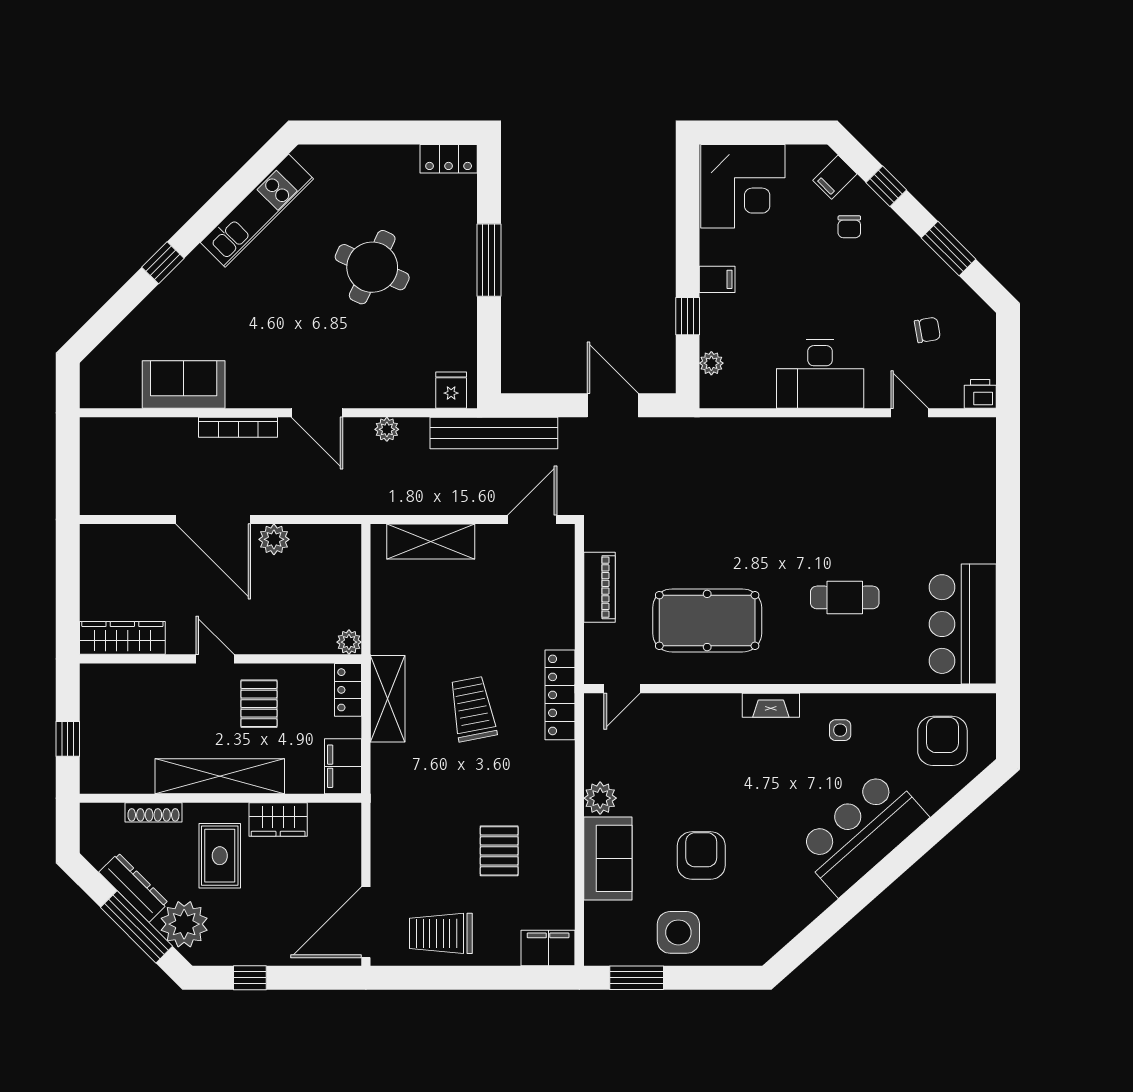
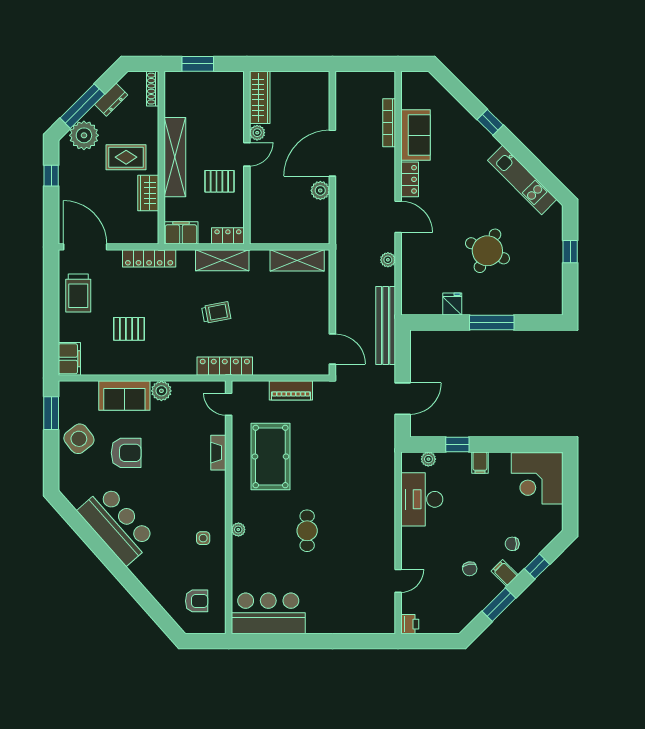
window: (374, 132) -> (570, 252), added
locker: (449, 159) -> (410, 179), moved, turned 180
filing cabinet: (835, 177) -> (505, 573), moved
chair: (927, 330) -> (470, 569), moved
desk: (820, 374) -> (422, 499), moved
fridge: (451, 390) -> (452, 304), moved, turned -90
door: (317, 413) -> (398, 217), swing flipped
bookcase: (238, 427) -> (389, 123), moved
shelving: (431, 542) -> (297, 260), moved, turned 90
cafe table: (845, 597) -> (307, 531), moved
plant: (349, 642) -> (257, 133), moved
plant: (826, 673) -> (238, 530), added
fireplace: (771, 705) -> (218, 453), moved
trolley: (473, 709) -> (216, 312), width x0.73, depth x0.72
window: (68, 739) -> (198, 64), width x1.50
armchair: (942, 741) -> (197, 601), width x0.72, depth x0.72
shoe rack: (153, 812) -> (153, 89), moved
locker: (385, 818) -> (149, 258), added
bar counter: (862, 832) -> (117, 525), moved
dresser: (134, 888) -> (111, 100), width x0.70
side table: (678, 932) -> (79, 439), turned -38
trolley: (441, 933) -> (78, 293), turned 180

